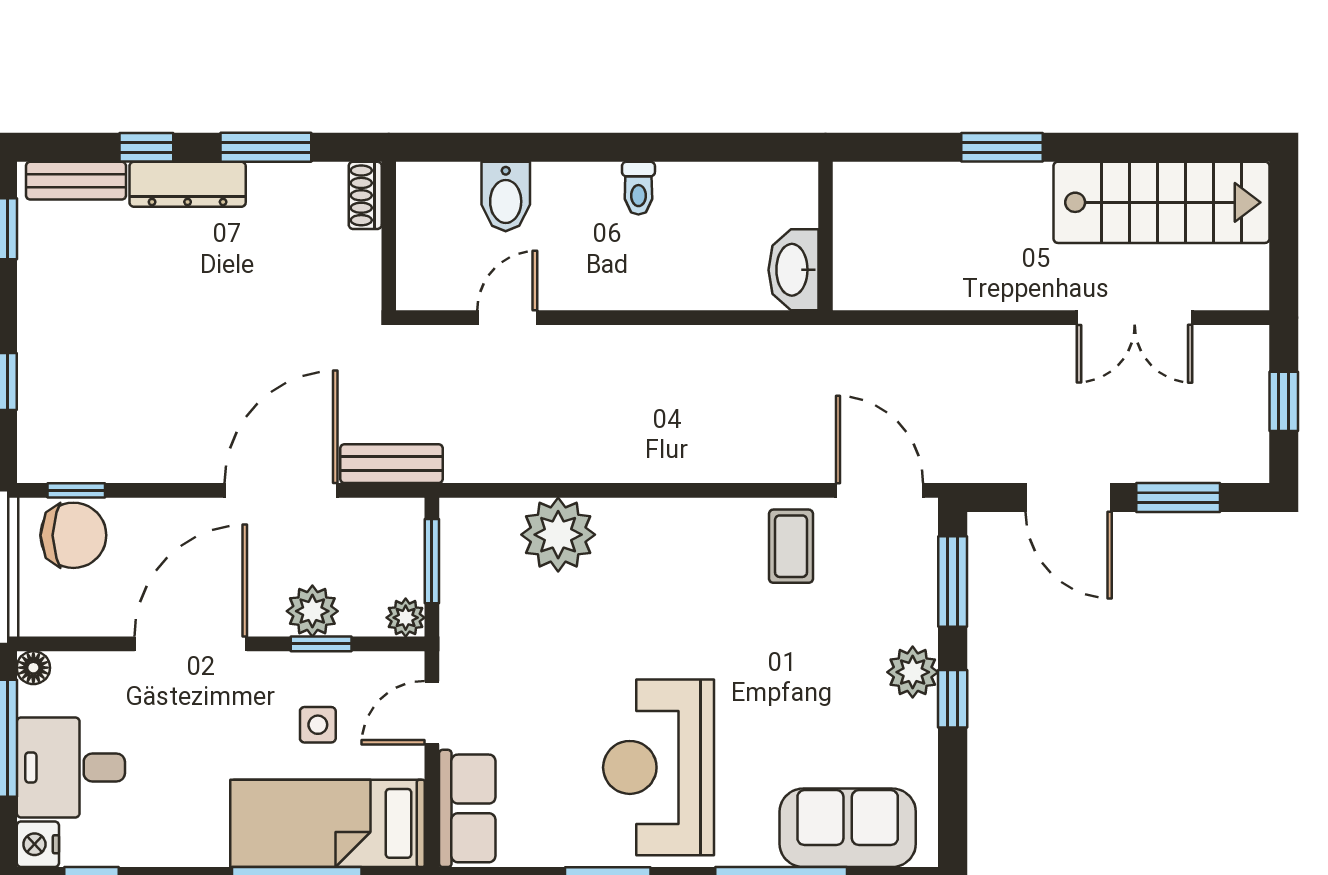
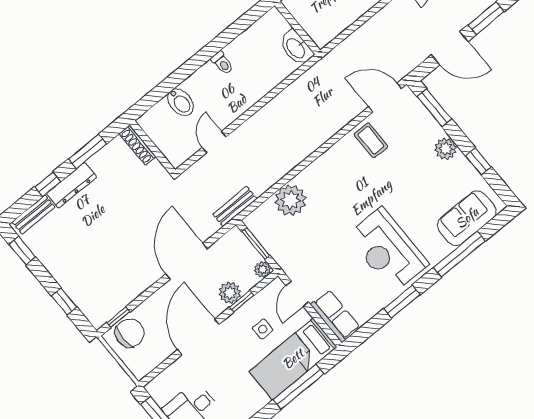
shoe rack: (365, 195) -> (138, 145), width x1.43
bench: (392, 464) -> (235, 206), moved
floor lamp: (33, 668) -> (153, 388), removed
window: (953, 699) -> (478, 161), moved

